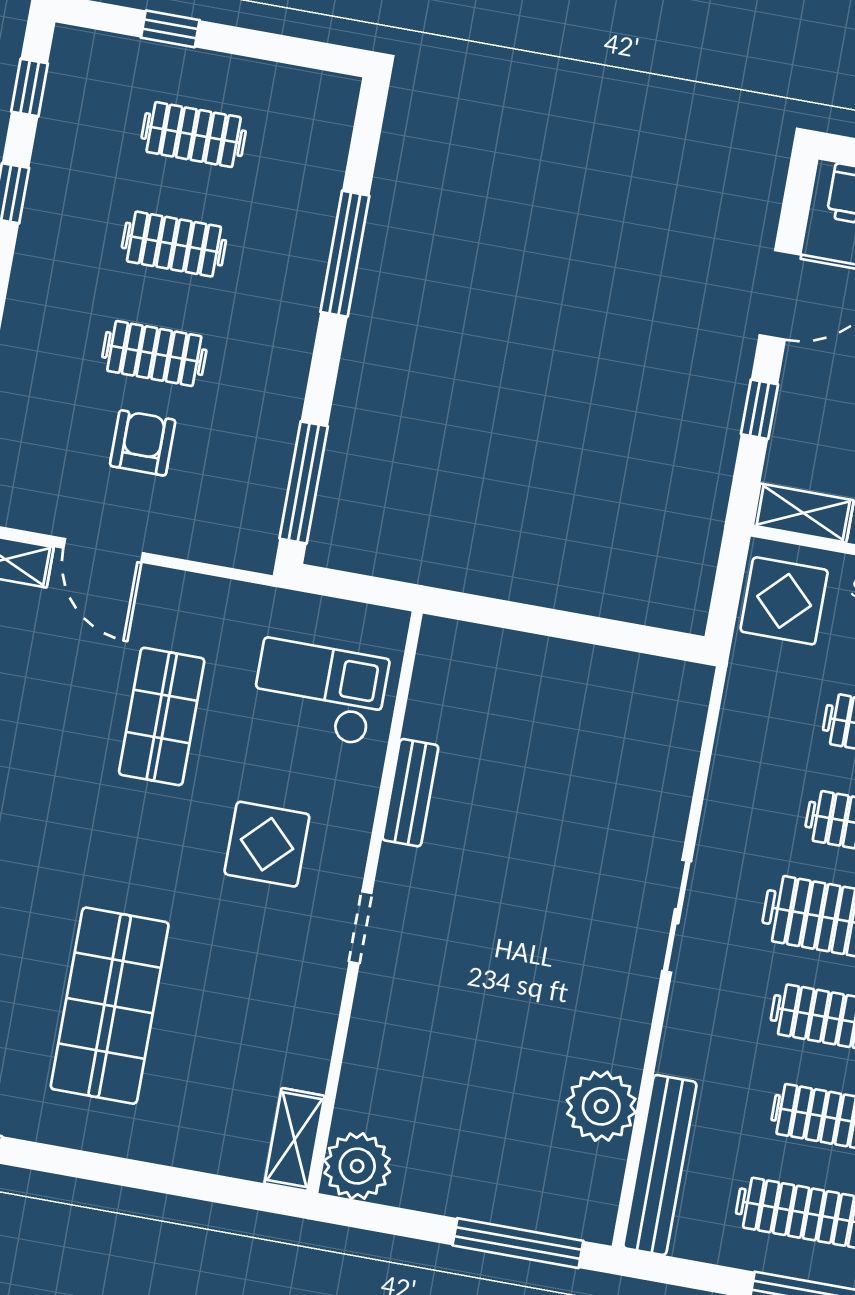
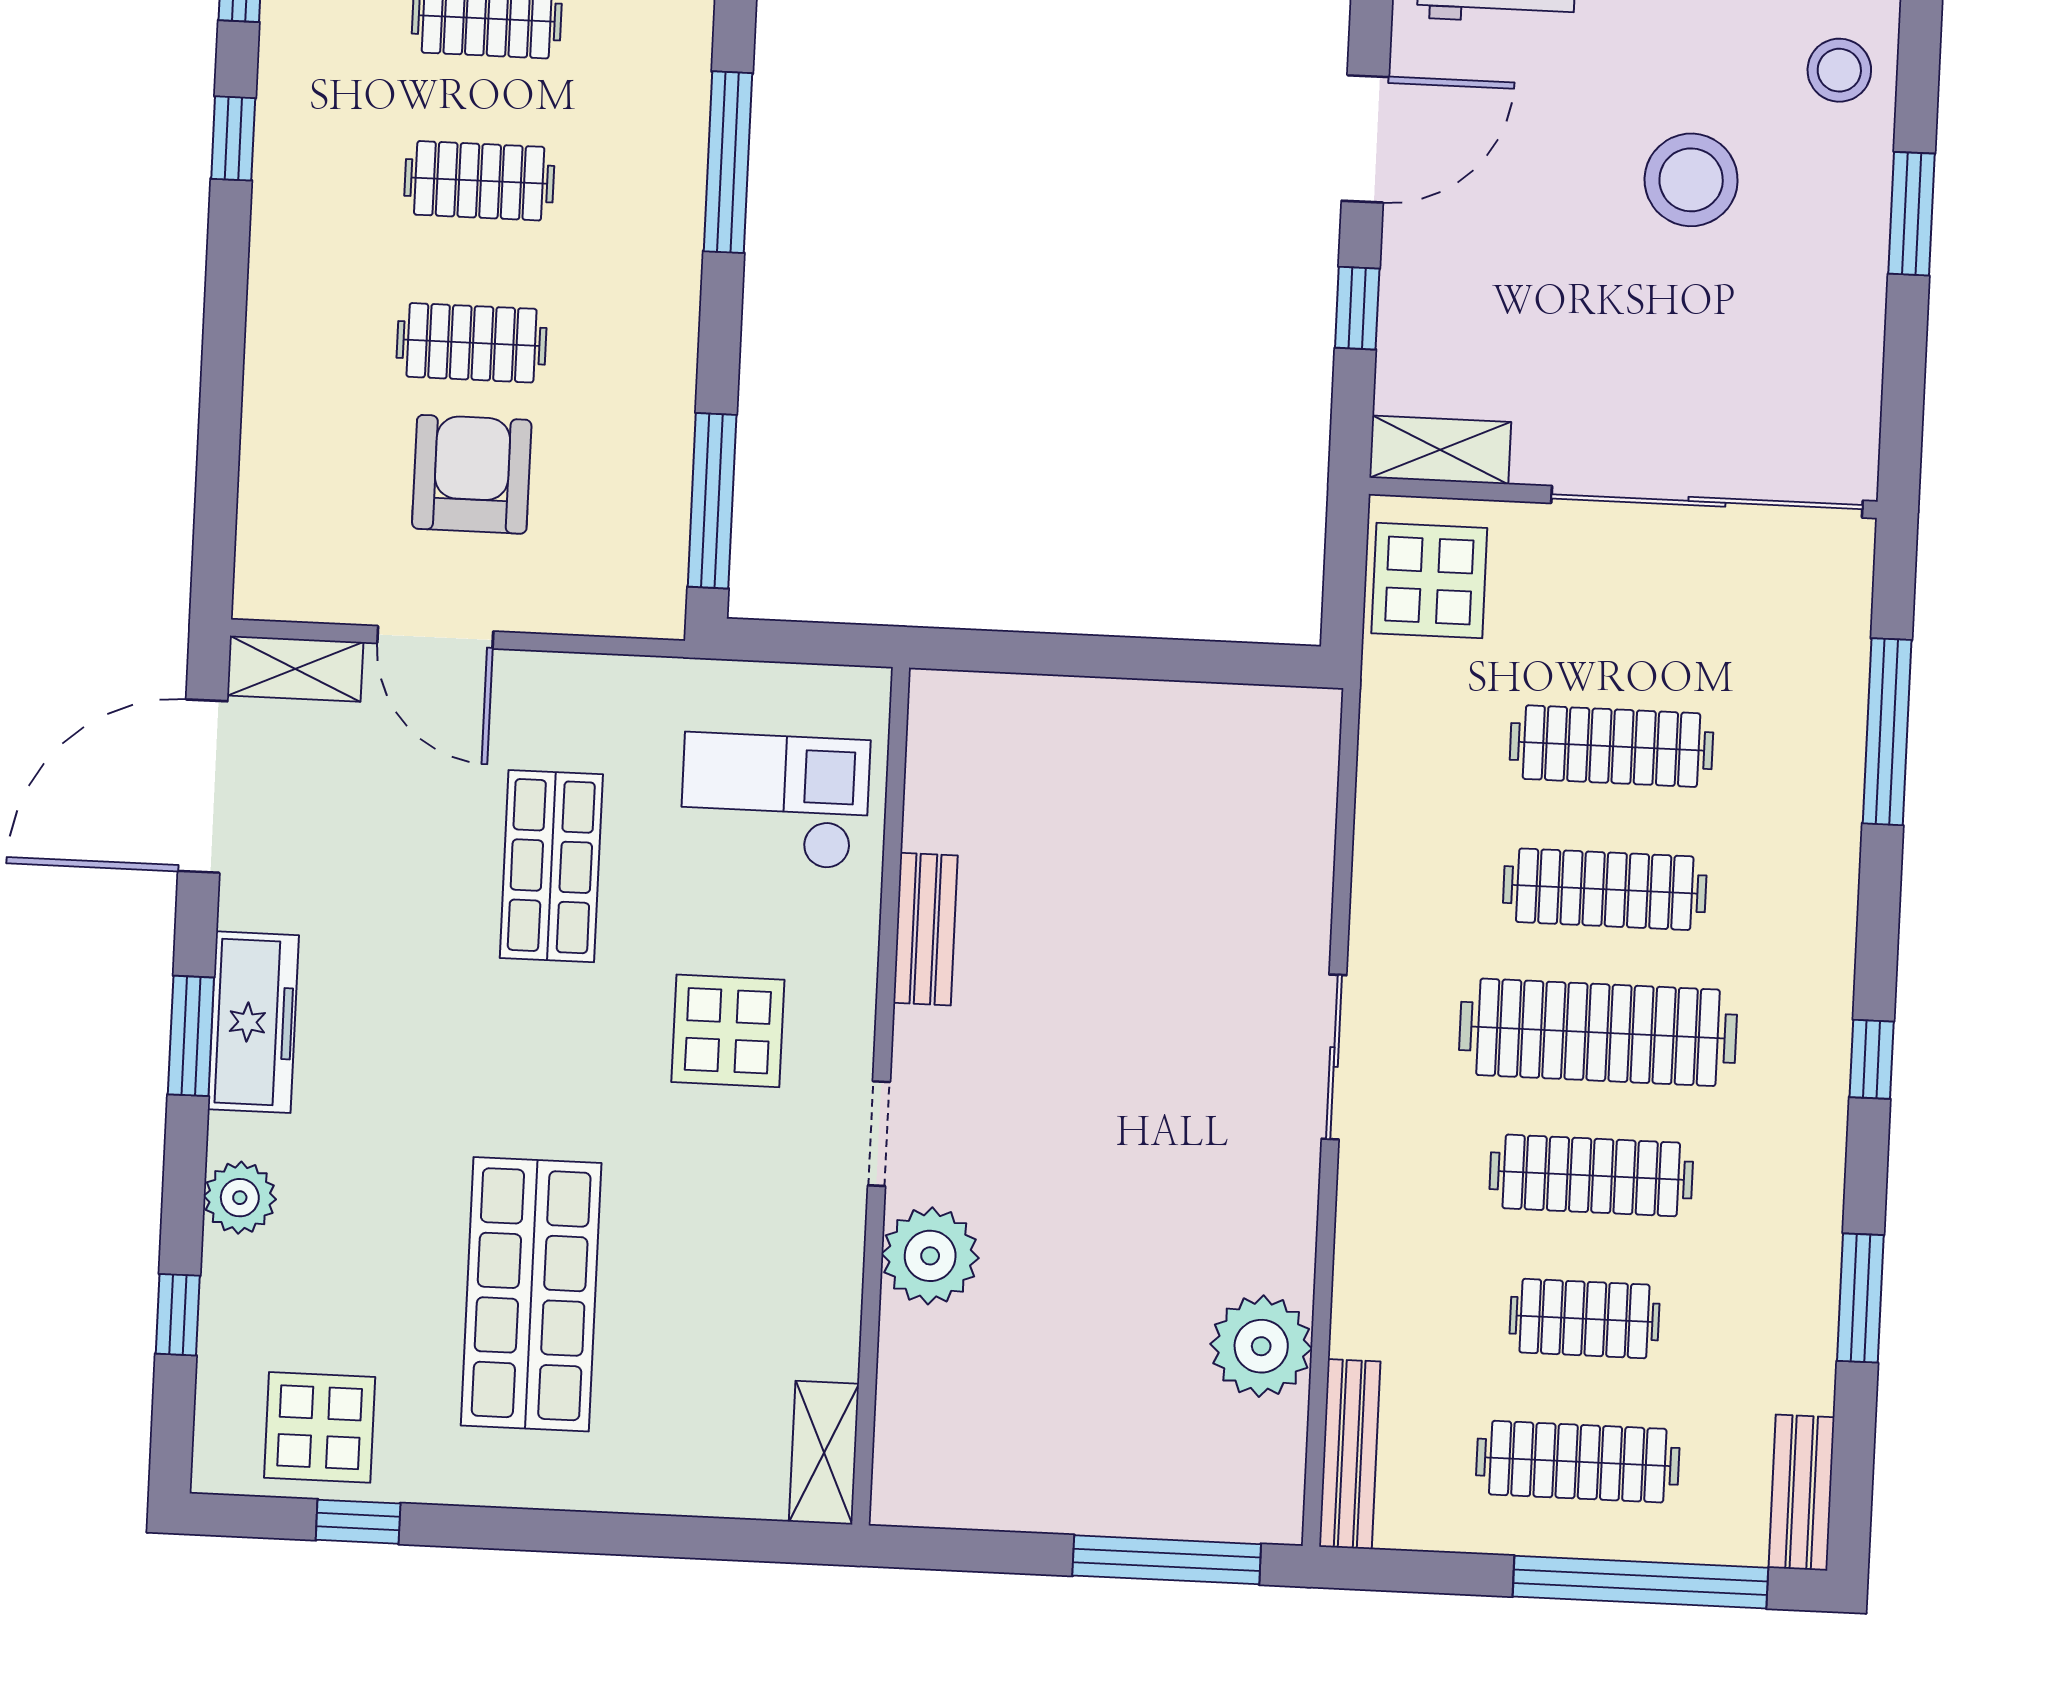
armchair: (143, 443) -> (472, 474), width x1.38, depth x1.38
bench: (660, 1165) -> (1350, 1454), width x0.73, depth x0.82
plant: (357, 1166) -> (930, 1256), moved

